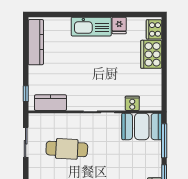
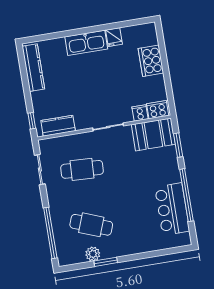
cooker: (154, 29) -> (158, 110), moved, turned 90
window: (164, 141) -> (178, 145), width x0.69

